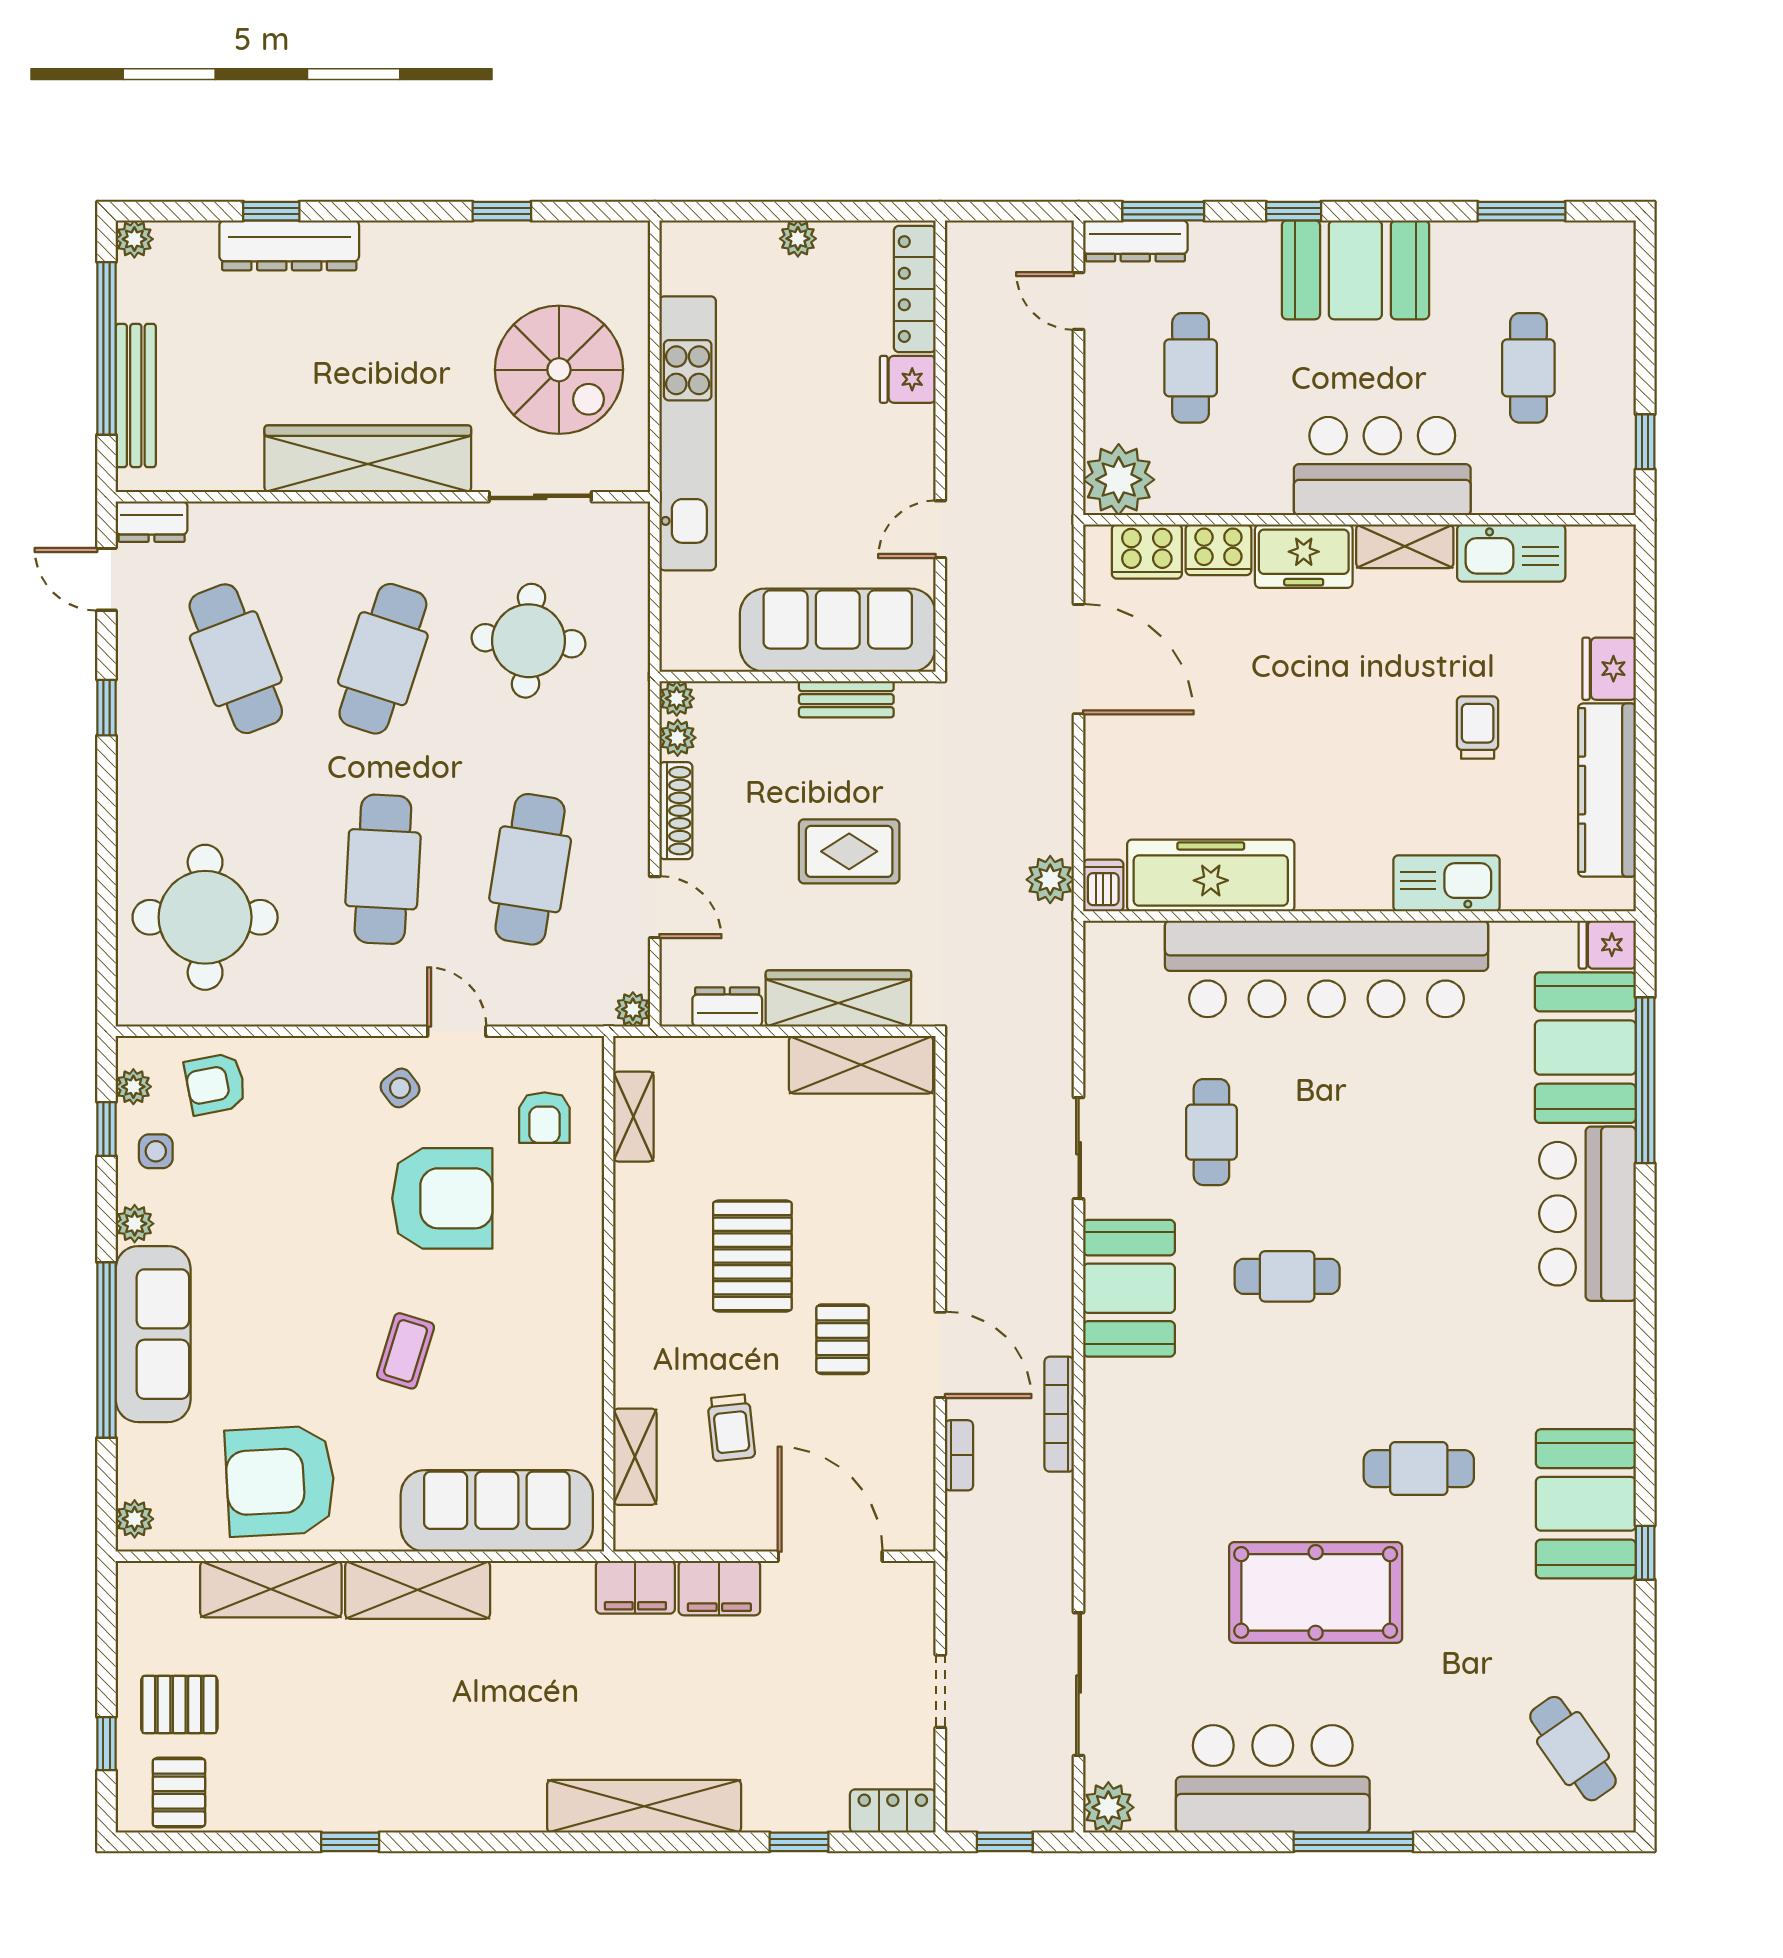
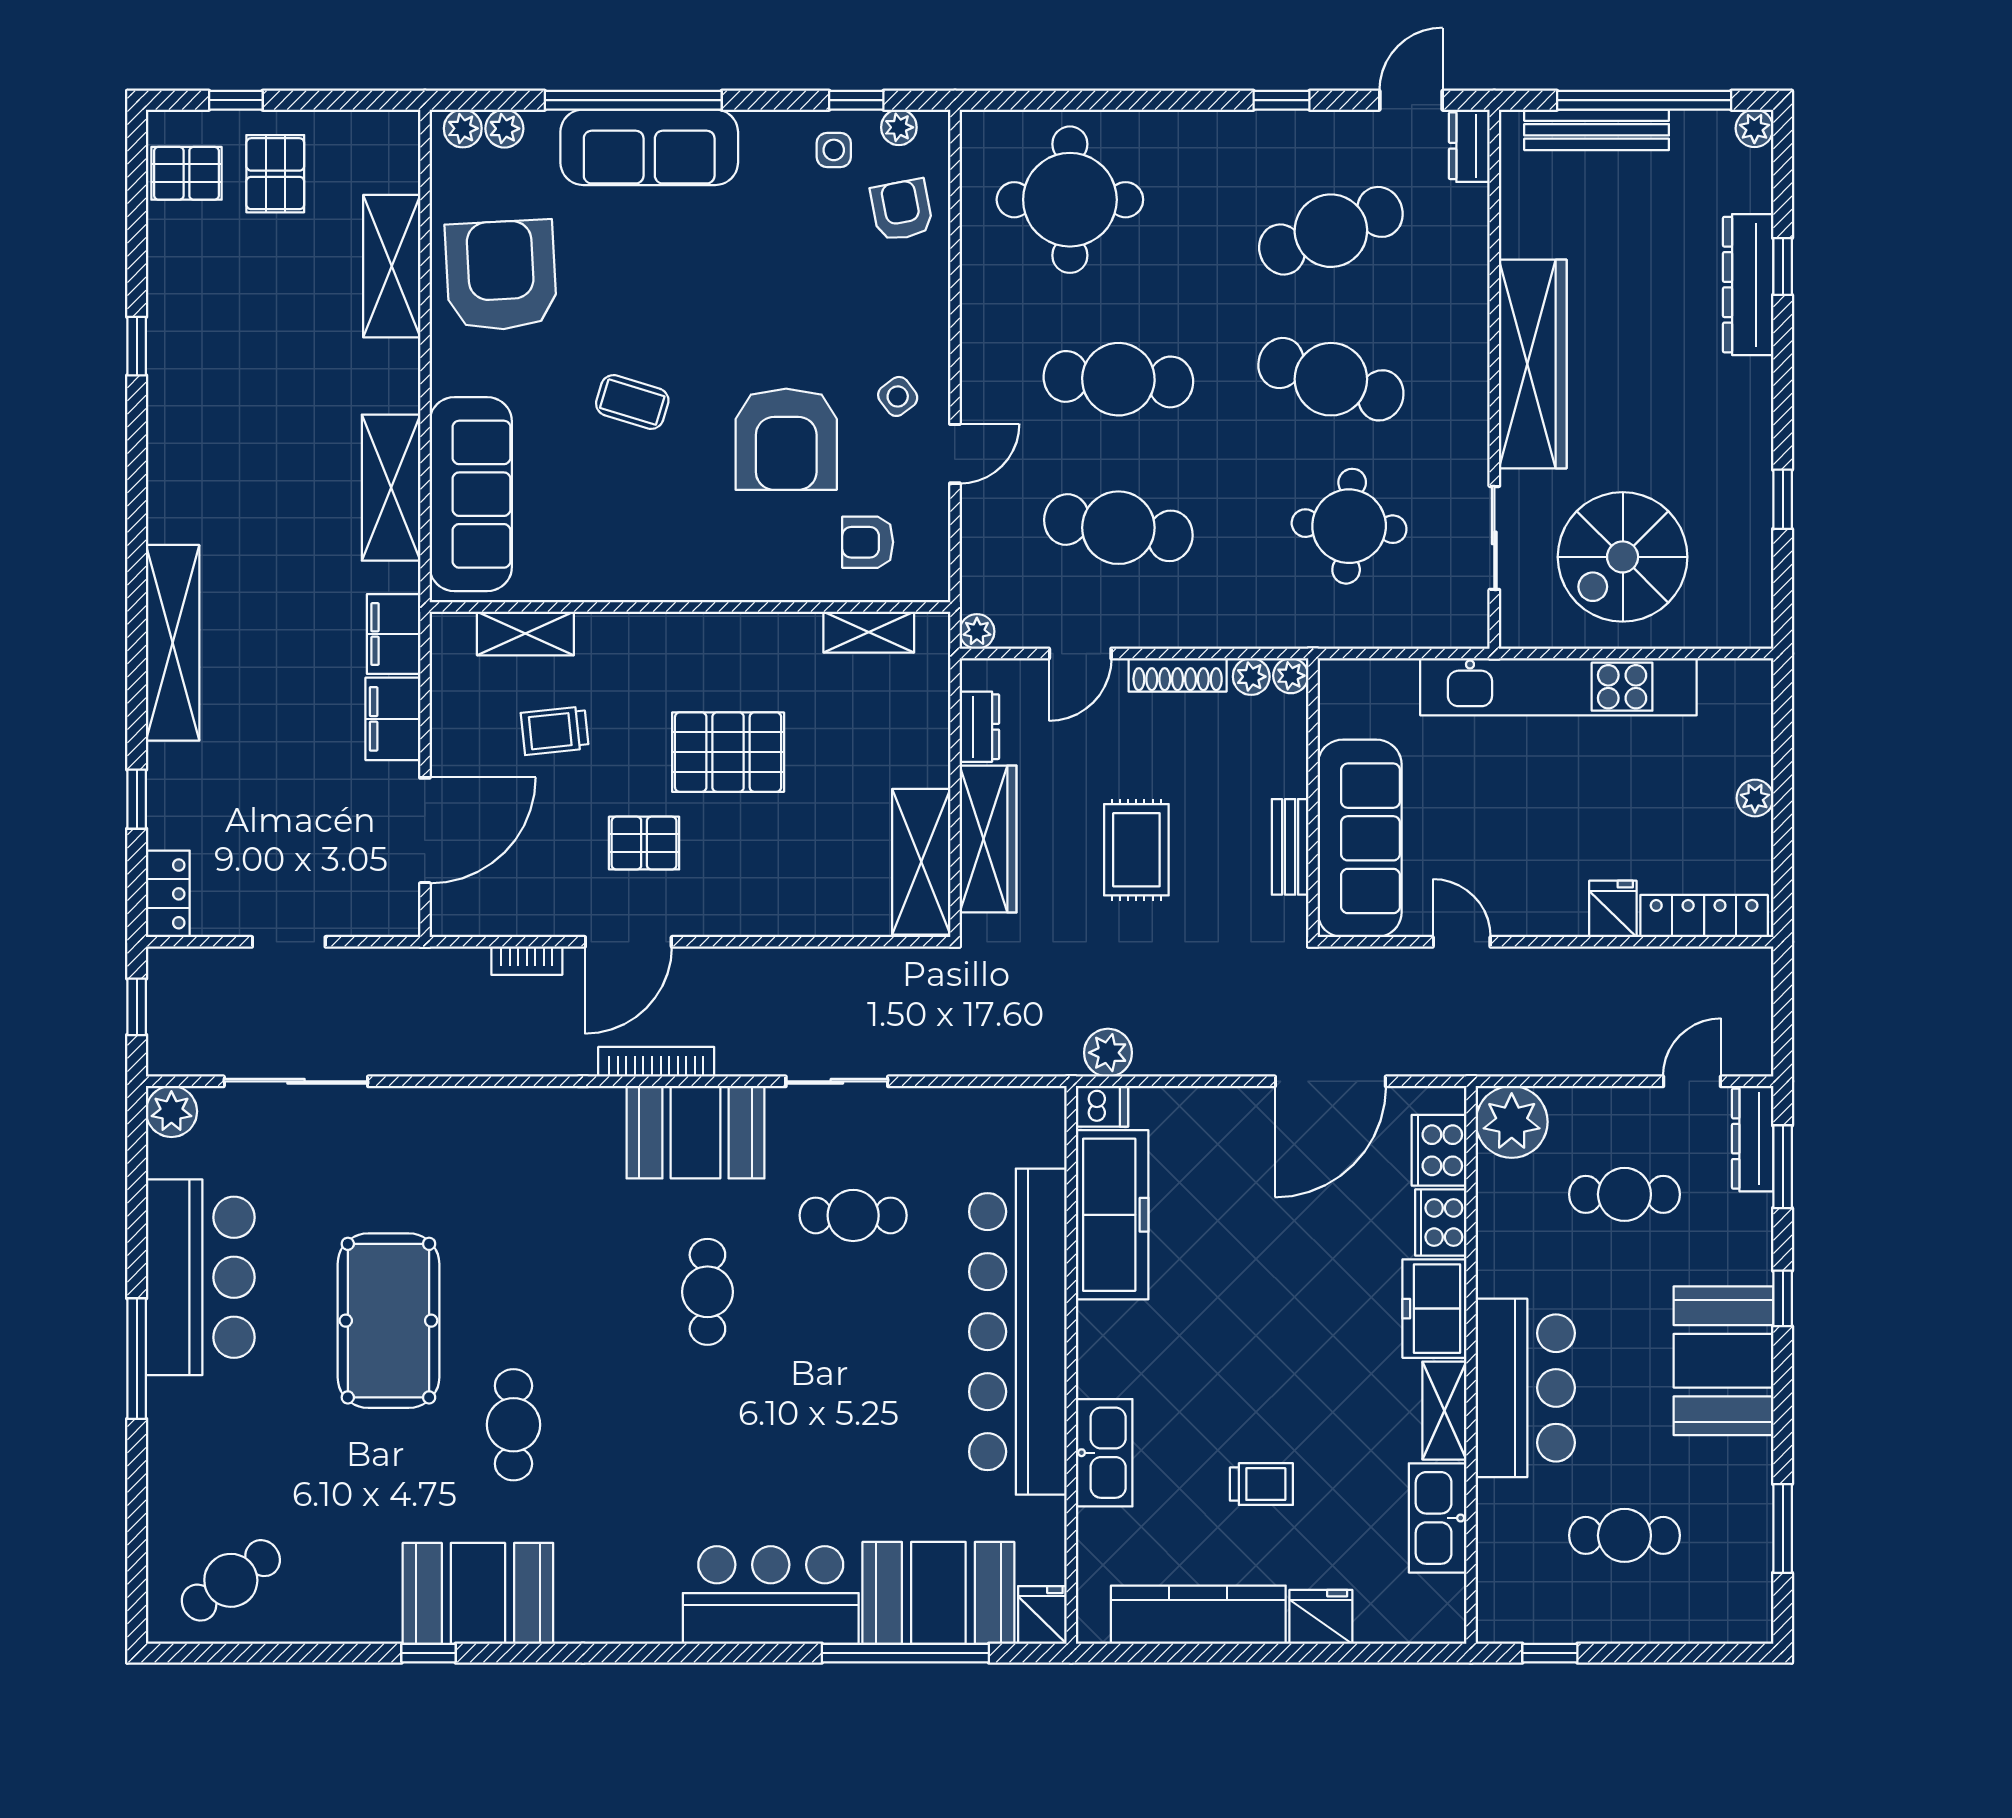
plant: (135, 1224) -> (504, 129), moved
bookcase: (1059, 1414) -> (656, 1062), moved
shelving: (418, 1590) -> (391, 488), moved

